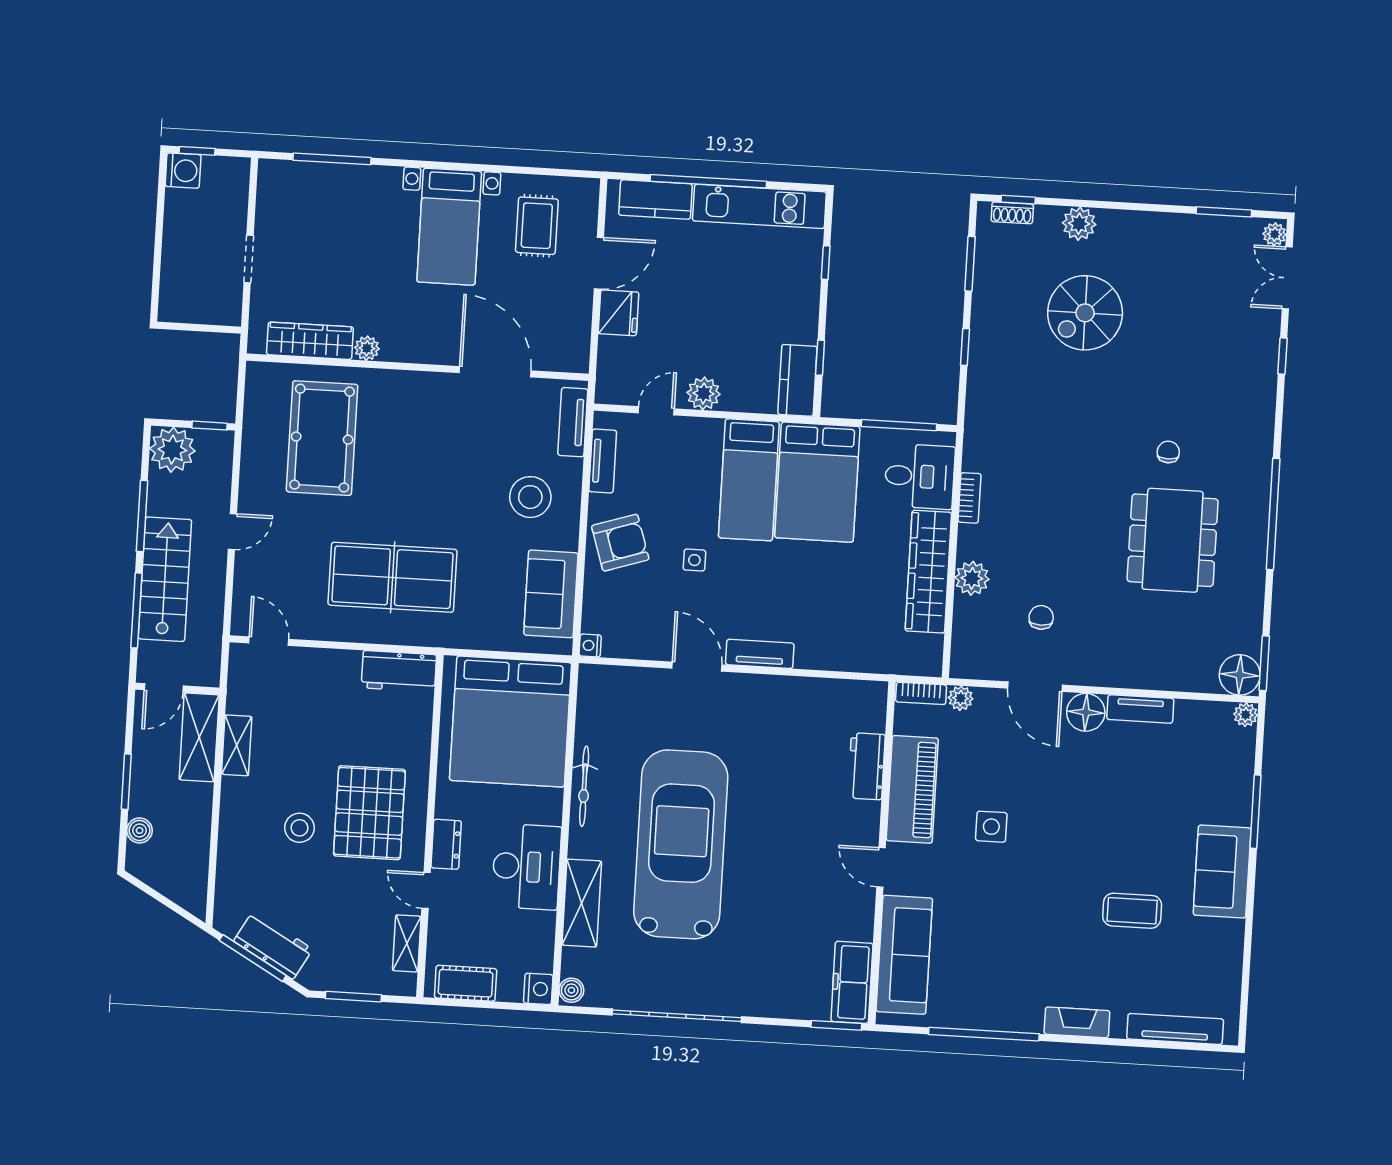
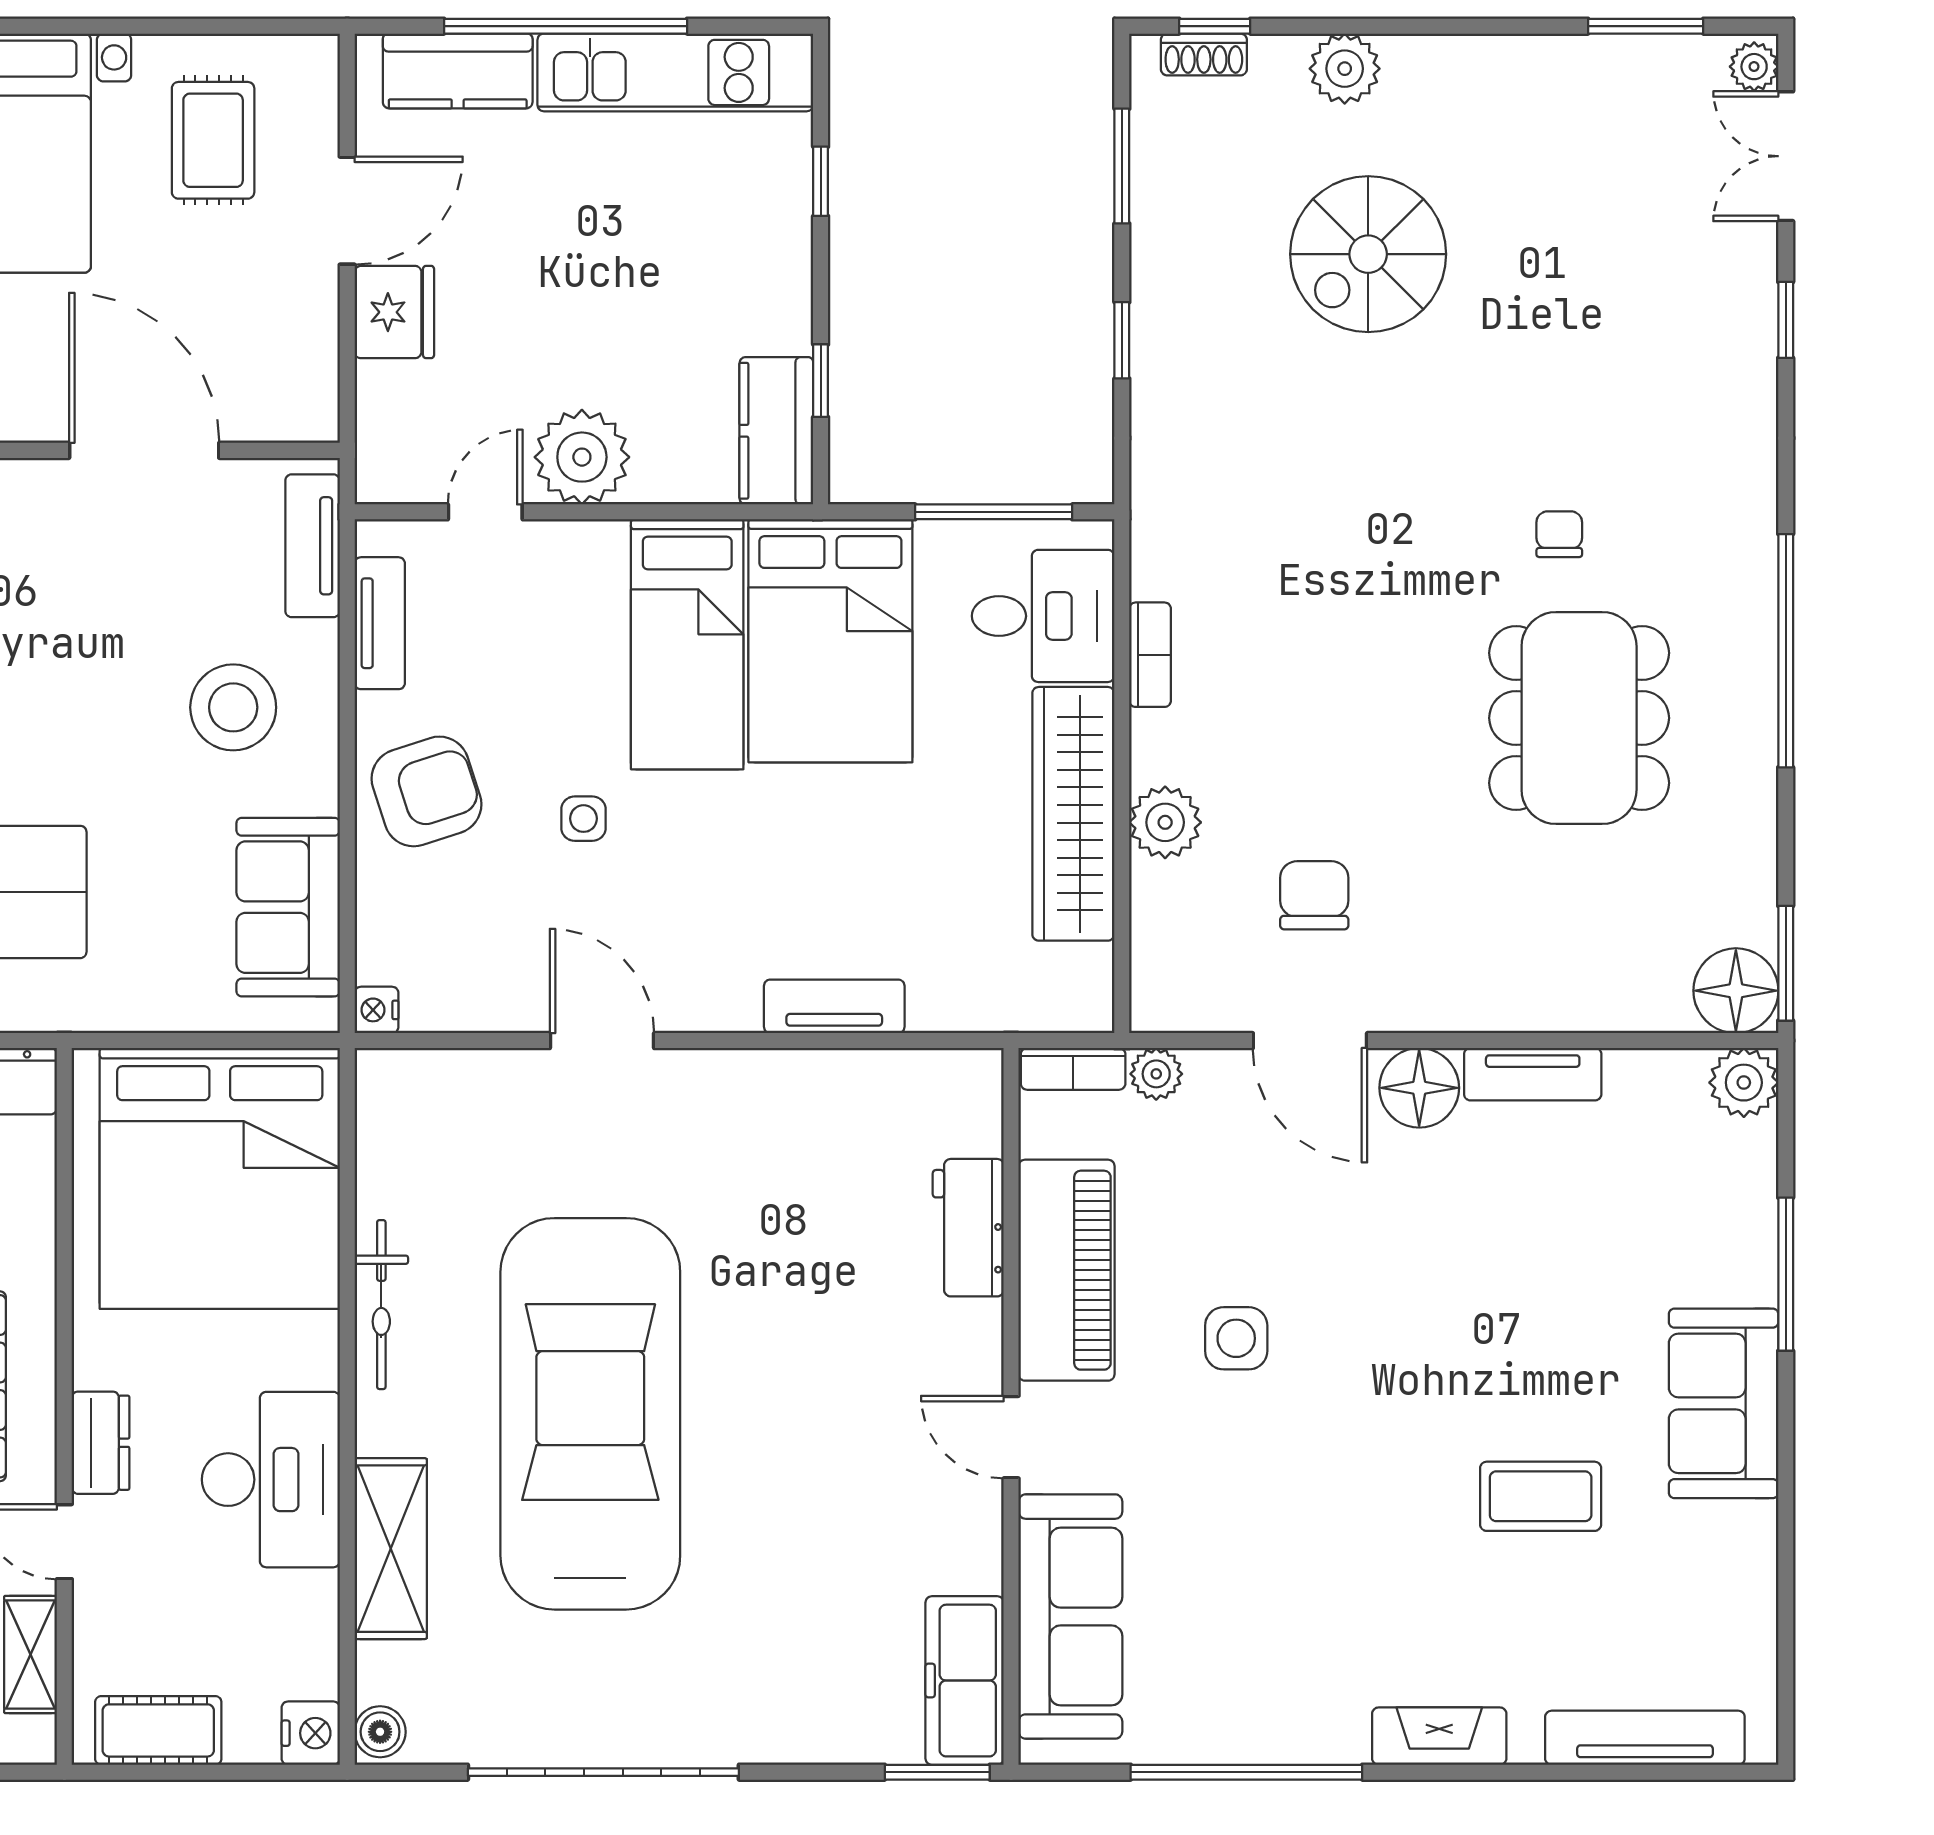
plant: (704, 393) -> (582, 457), width x1.36, depth x1.36
chair: (1041, 617) -> (1314, 895), width x1.37, depth x1.37
tv unit: (760, 654) -> (834, 1006), moved
plant: (1246, 715) -> (1744, 1083), width x1.38, depth x1.38

